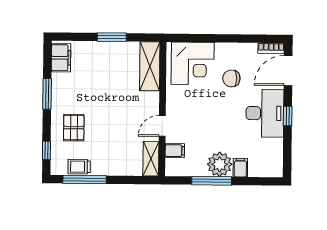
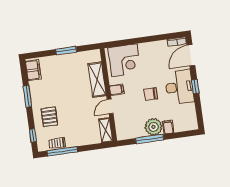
shelving: (150, 66) -> (97, 80), moved
chair: (231, 78) -> (151, 94), moved
filing cabinet: (175, 151) -> (117, 90), moved

